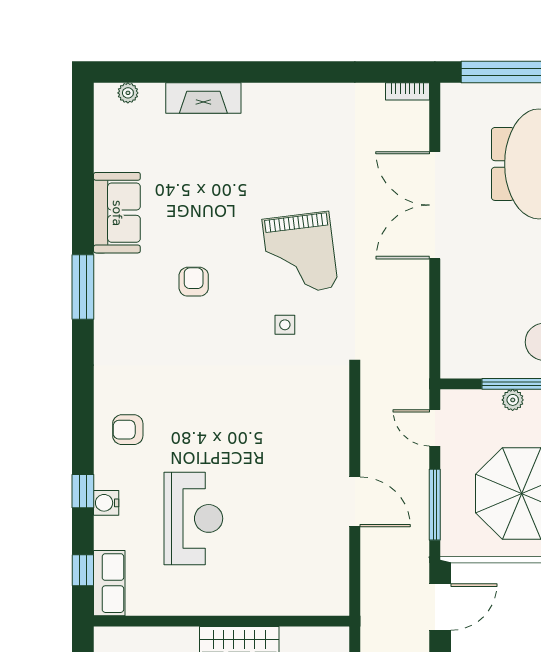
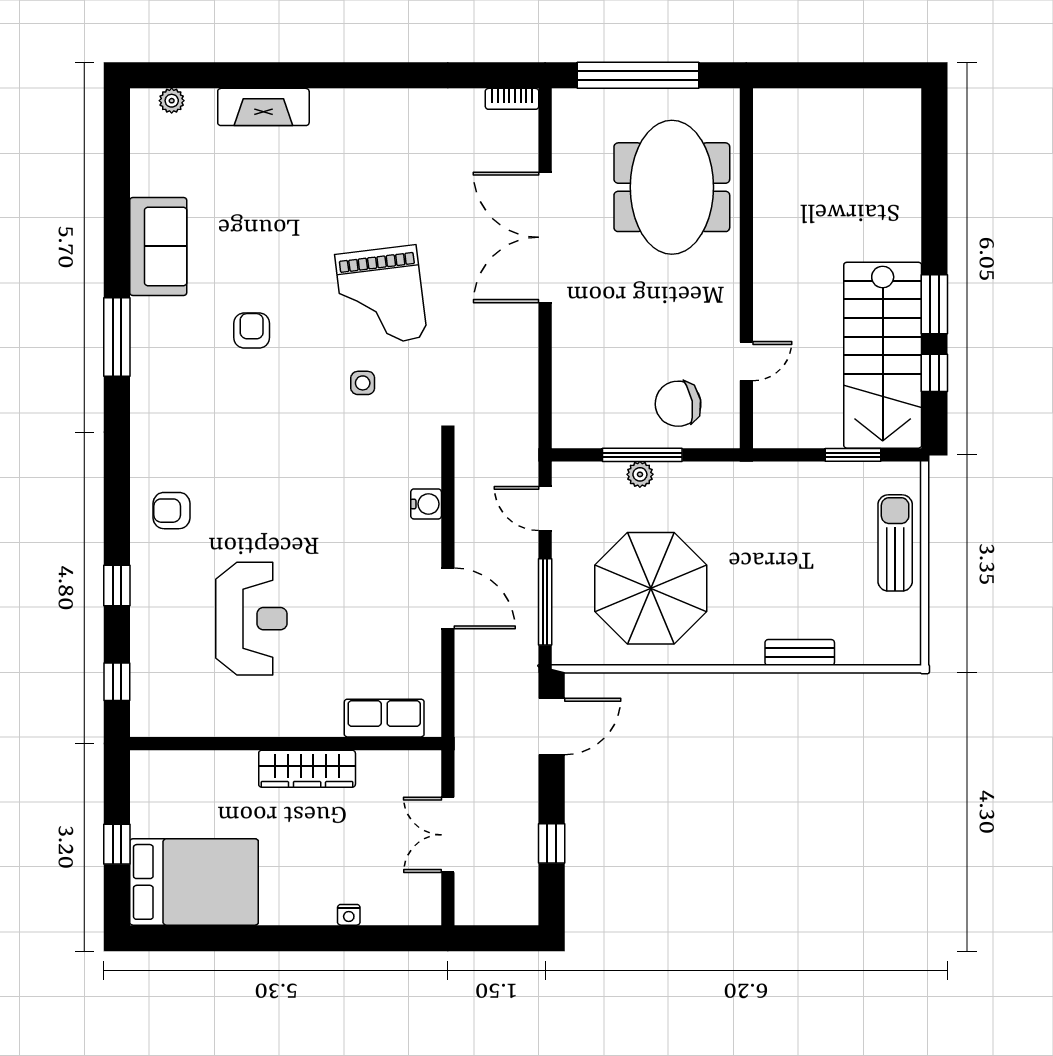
water cooler: (106, 503) -> (426, 504), moved, turned 180
row of seats: (109, 583) -> (384, 718), moved, turned -90

